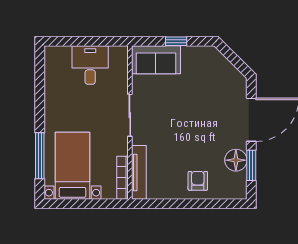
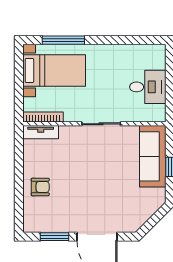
sofa: (156, 60) -> (153, 156), width x1.36
floor lamp: (236, 160) -> (59, 222), removed
tv unit: (139, 172) -> (41, 132), width x0.71

